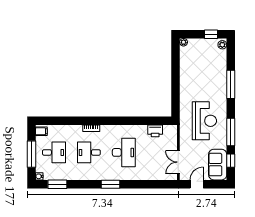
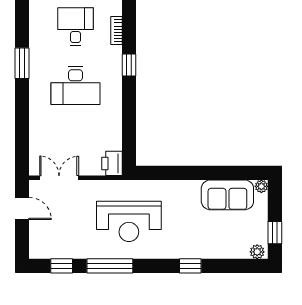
window: (231, 84) -> (190, 266), width x0.46
window: (112, 121) -> (129, 65), added
printer: (155, 131) -> (112, 163), moved
sofa: (218, 165) -> (227, 195), moved, turned 180

